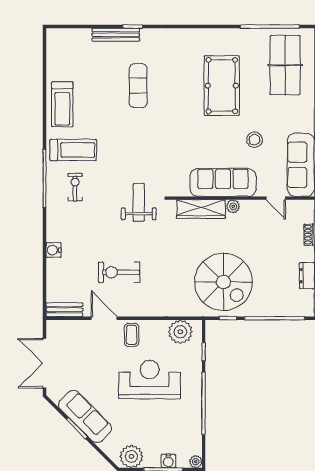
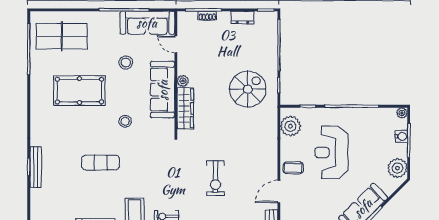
bench: (116, 35) -> (36, 167), moved
exercise mat: (138, 86) -> (101, 163), moved
stool: (186, 139) -> (125, 121), added
door: (276, 198) -> (176, 44), swing flipped
weight bench: (139, 202) -> (180, 162), removed
exercise bike: (119, 272) -> (215, 178), moved
spiral stairs: (223, 282) -> (248, 89), width x0.73, depth x0.73

